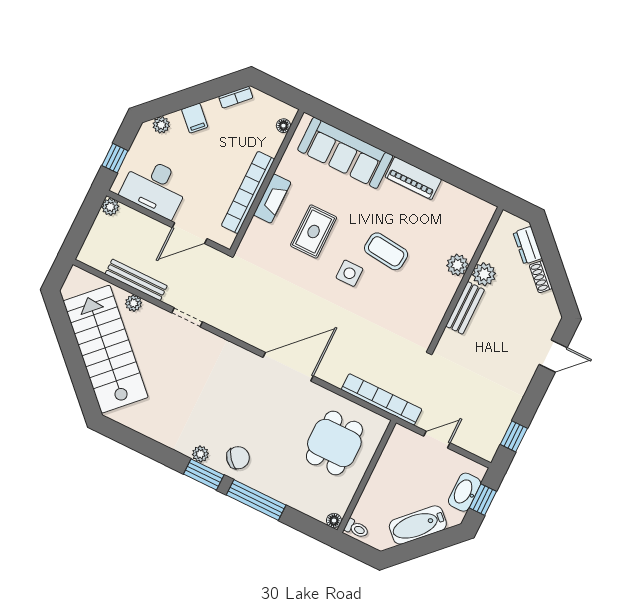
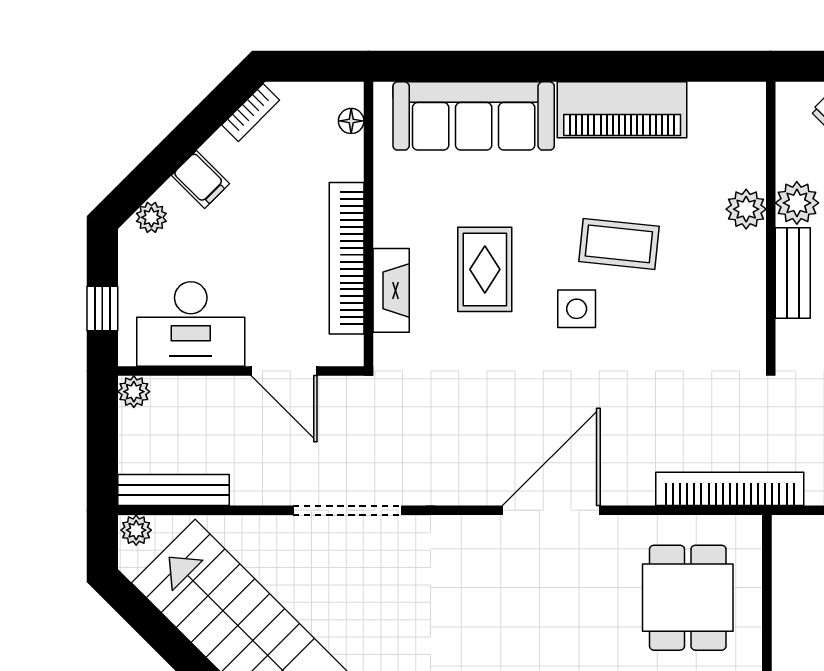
piano: (413, 178) -> (622, 110), width x1.37, depth x1.33
fireplace: (272, 199) -> (391, 290), moved
door: (190, 233) -> (284, 371), hinge flipped
bench: (136, 280) -> (174, 490), moved
plant: (134, 303) -> (136, 530), moved
doorway: (187, 317) -> (347, 510), width x1.88

